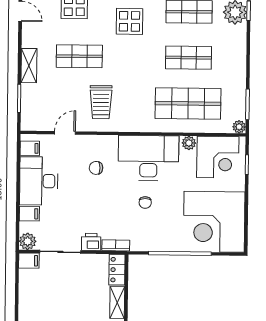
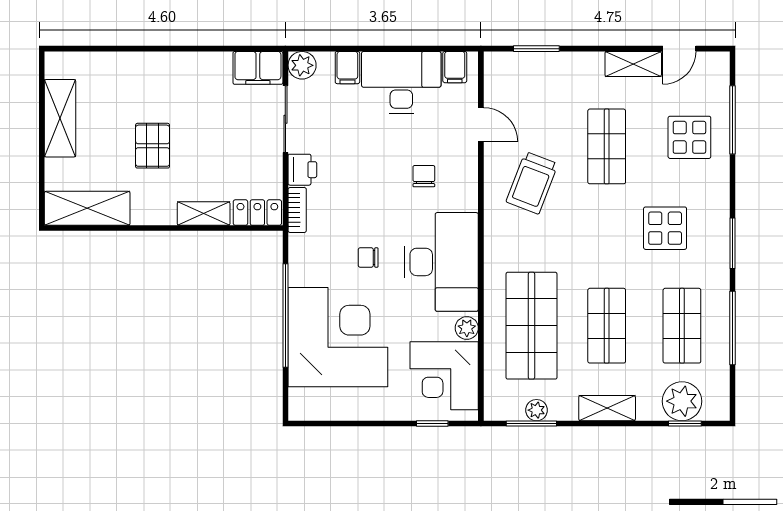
shelving: (239, 58) -> (607, 408), added
shelving: (29, 66) -> (633, 64), moved
trolley: (101, 102) -> (532, 183), turned -69
plant: (239, 127) -> (537, 410), moved
corner desk: (214, 222) -> (338, 337), moved, turned 90
filing cabinet: (29, 261) -> (258, 68), width x2.00

